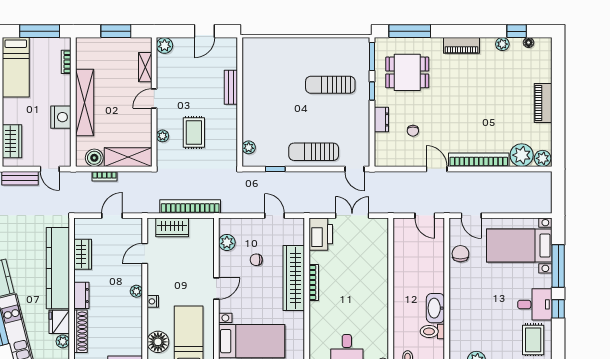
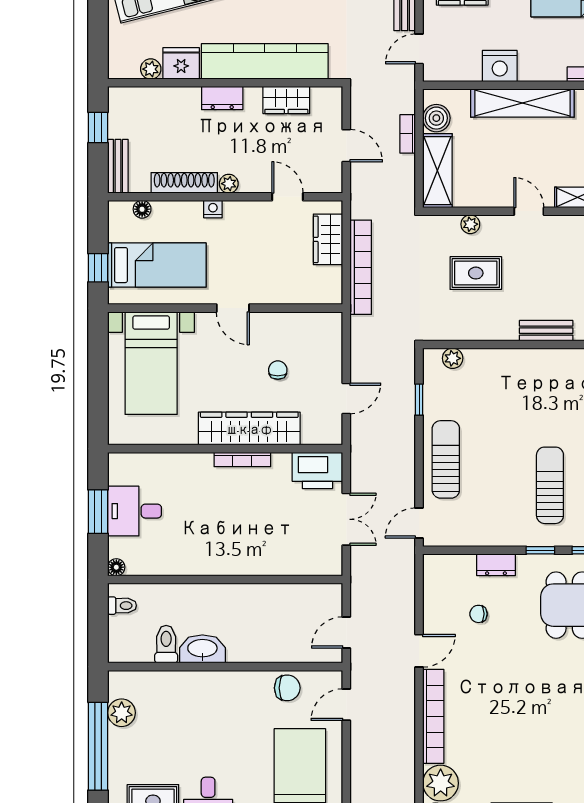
plant: (227, 242) -> (305, 324), removed
shoe rack: (81, 331) -> (184, 183), moved, turned 180
floor lamp: (158, 342) -> (142, 209), width x0.53, depth x0.53

